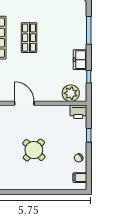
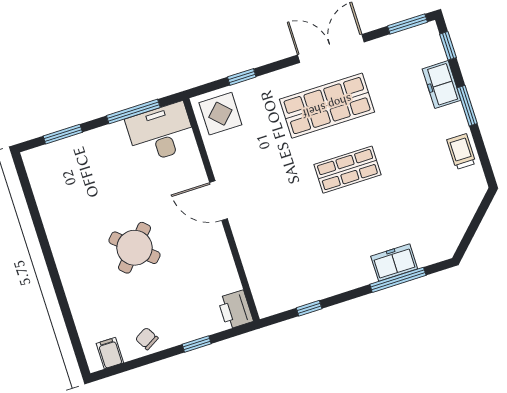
freezer: (80, 60) -> (394, 263), moved
plant: (71, 93) -> (266, 284), removed
door: (24, 103) -> (218, 201), swing flipped

